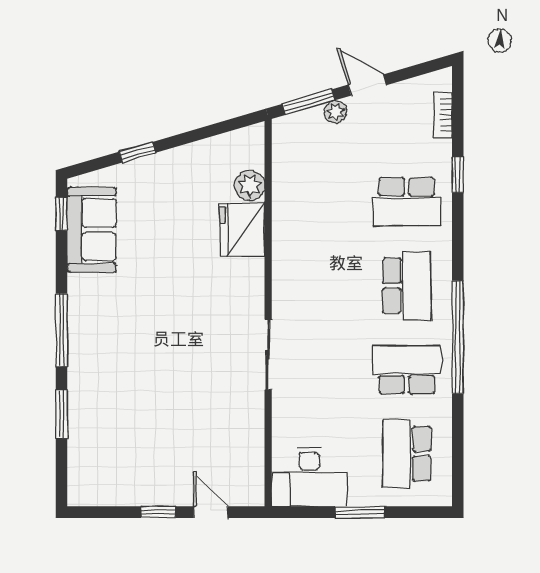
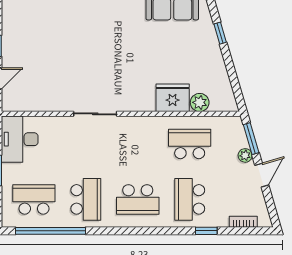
school desk: (317, 202) -> (190, 144), added
window: (458, 337) -> (50, 231), moved

